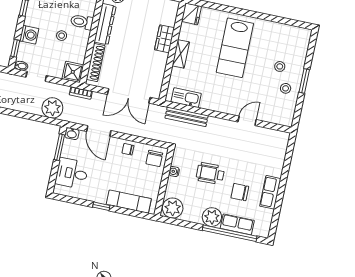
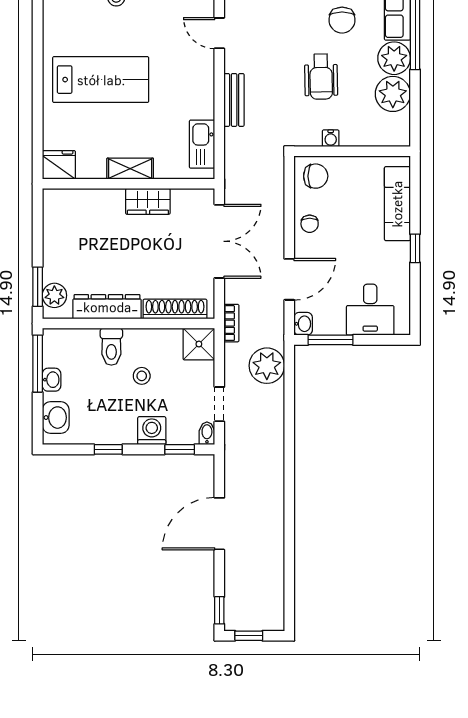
wardrobe: (164, 39) -> (148, 201), moved
bench: (187, 117) -> (234, 100), moved, width x0.73
plant: (173, 208) -> (393, 94), moved

